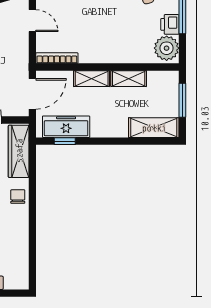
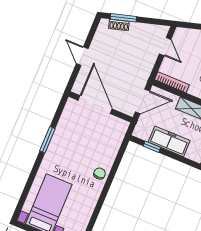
freezer: (66, 127) -> (169, 141), moved
wardrobe: (19, 151) -> (114, 140), removed

